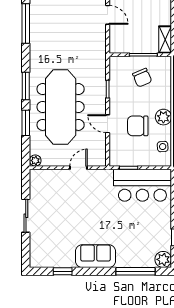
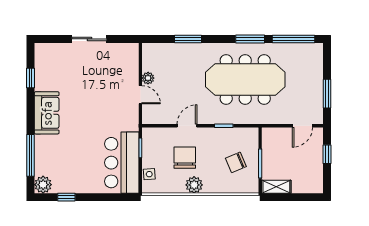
window: (26, 86) -> (250, 39), moved
meeting table: (61, 107) -> (245, 79), moved
side table: (163, 147) -> (149, 174), moved
plant: (35, 161) -> (148, 78), moved

